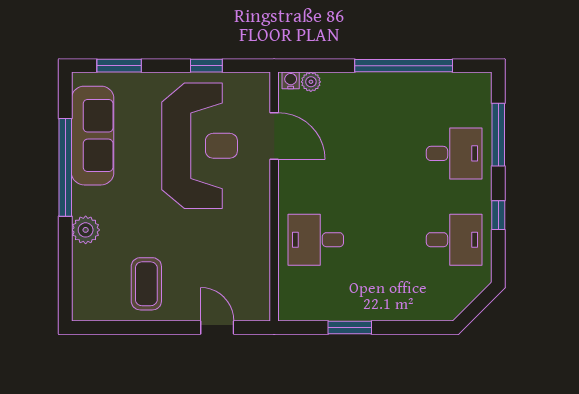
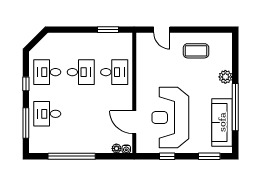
desk: (385, 240) -> (81, 72), added
coffee table: (146, 284) -> (196, 51), turned 90
window: (350, 327) -> (108, 30), moved

